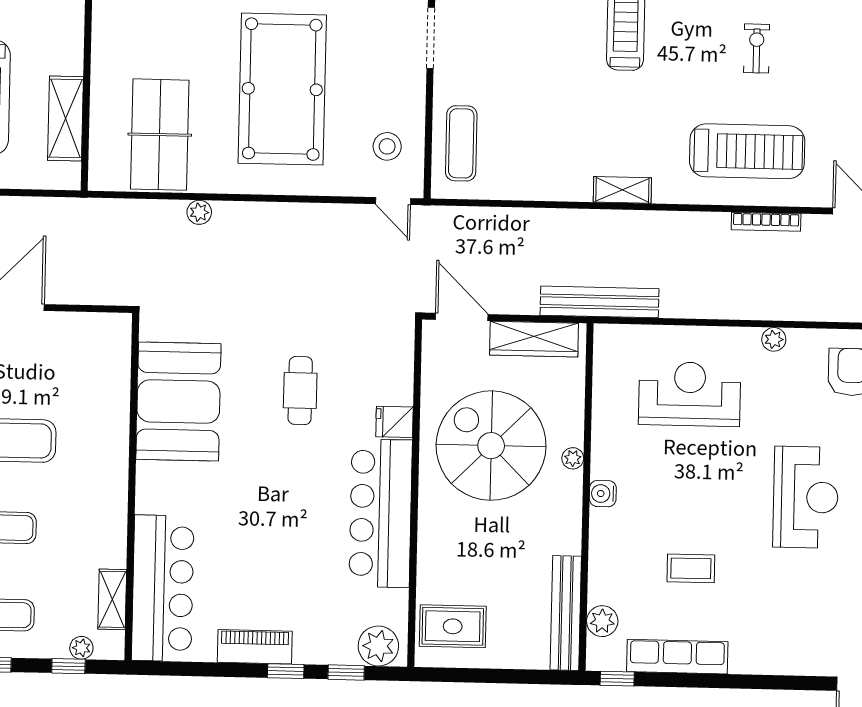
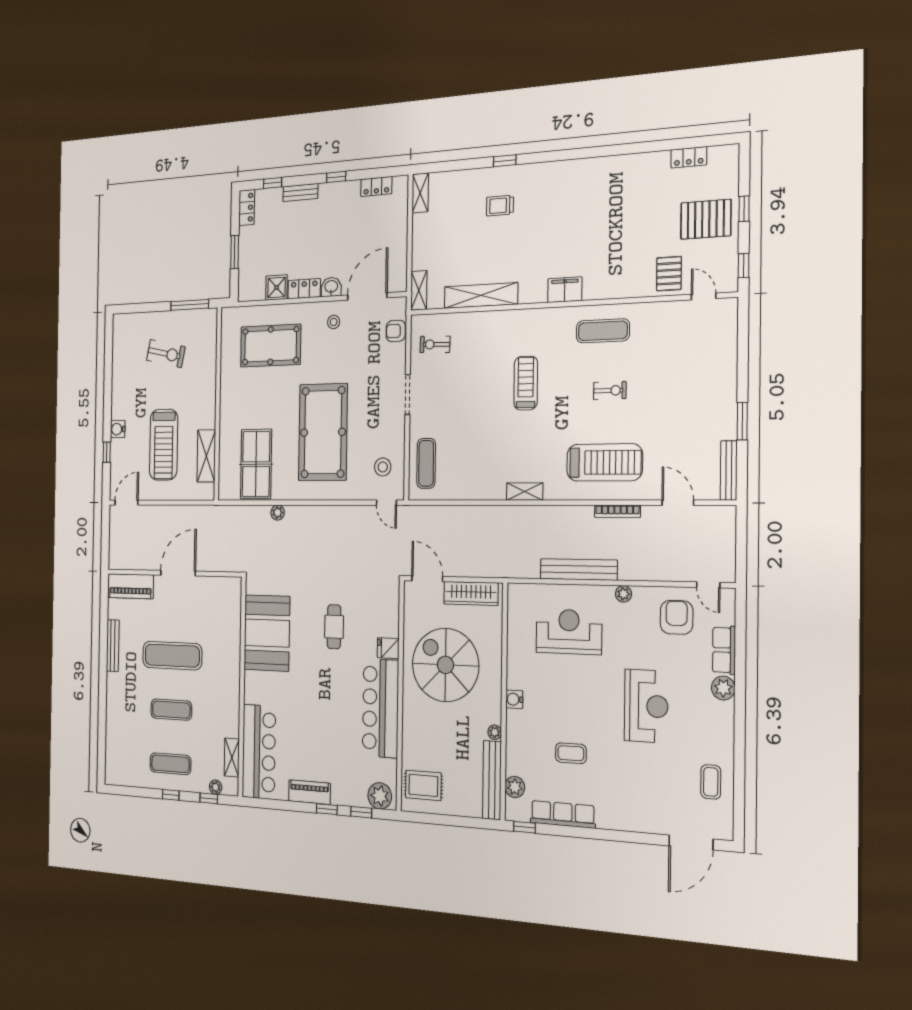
exercise bike: (757, 48) -> (610, 390), turned 90
bench: (600, 302) -> (579, 569), moved
plant: (573, 458) -> (495, 732), moved

